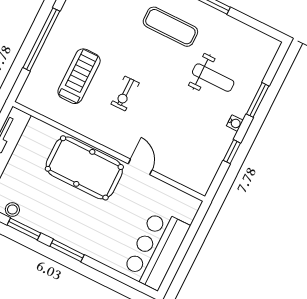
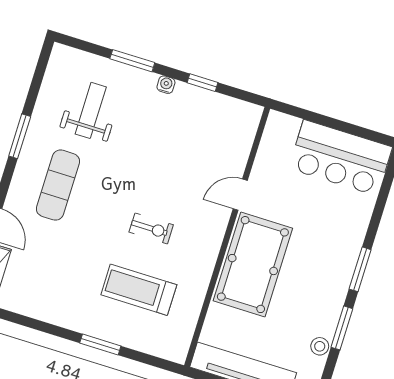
window: (41, 39) -> (100, 344), width x0.47
weight bench: (213, 78) -> (91, 110), moved

